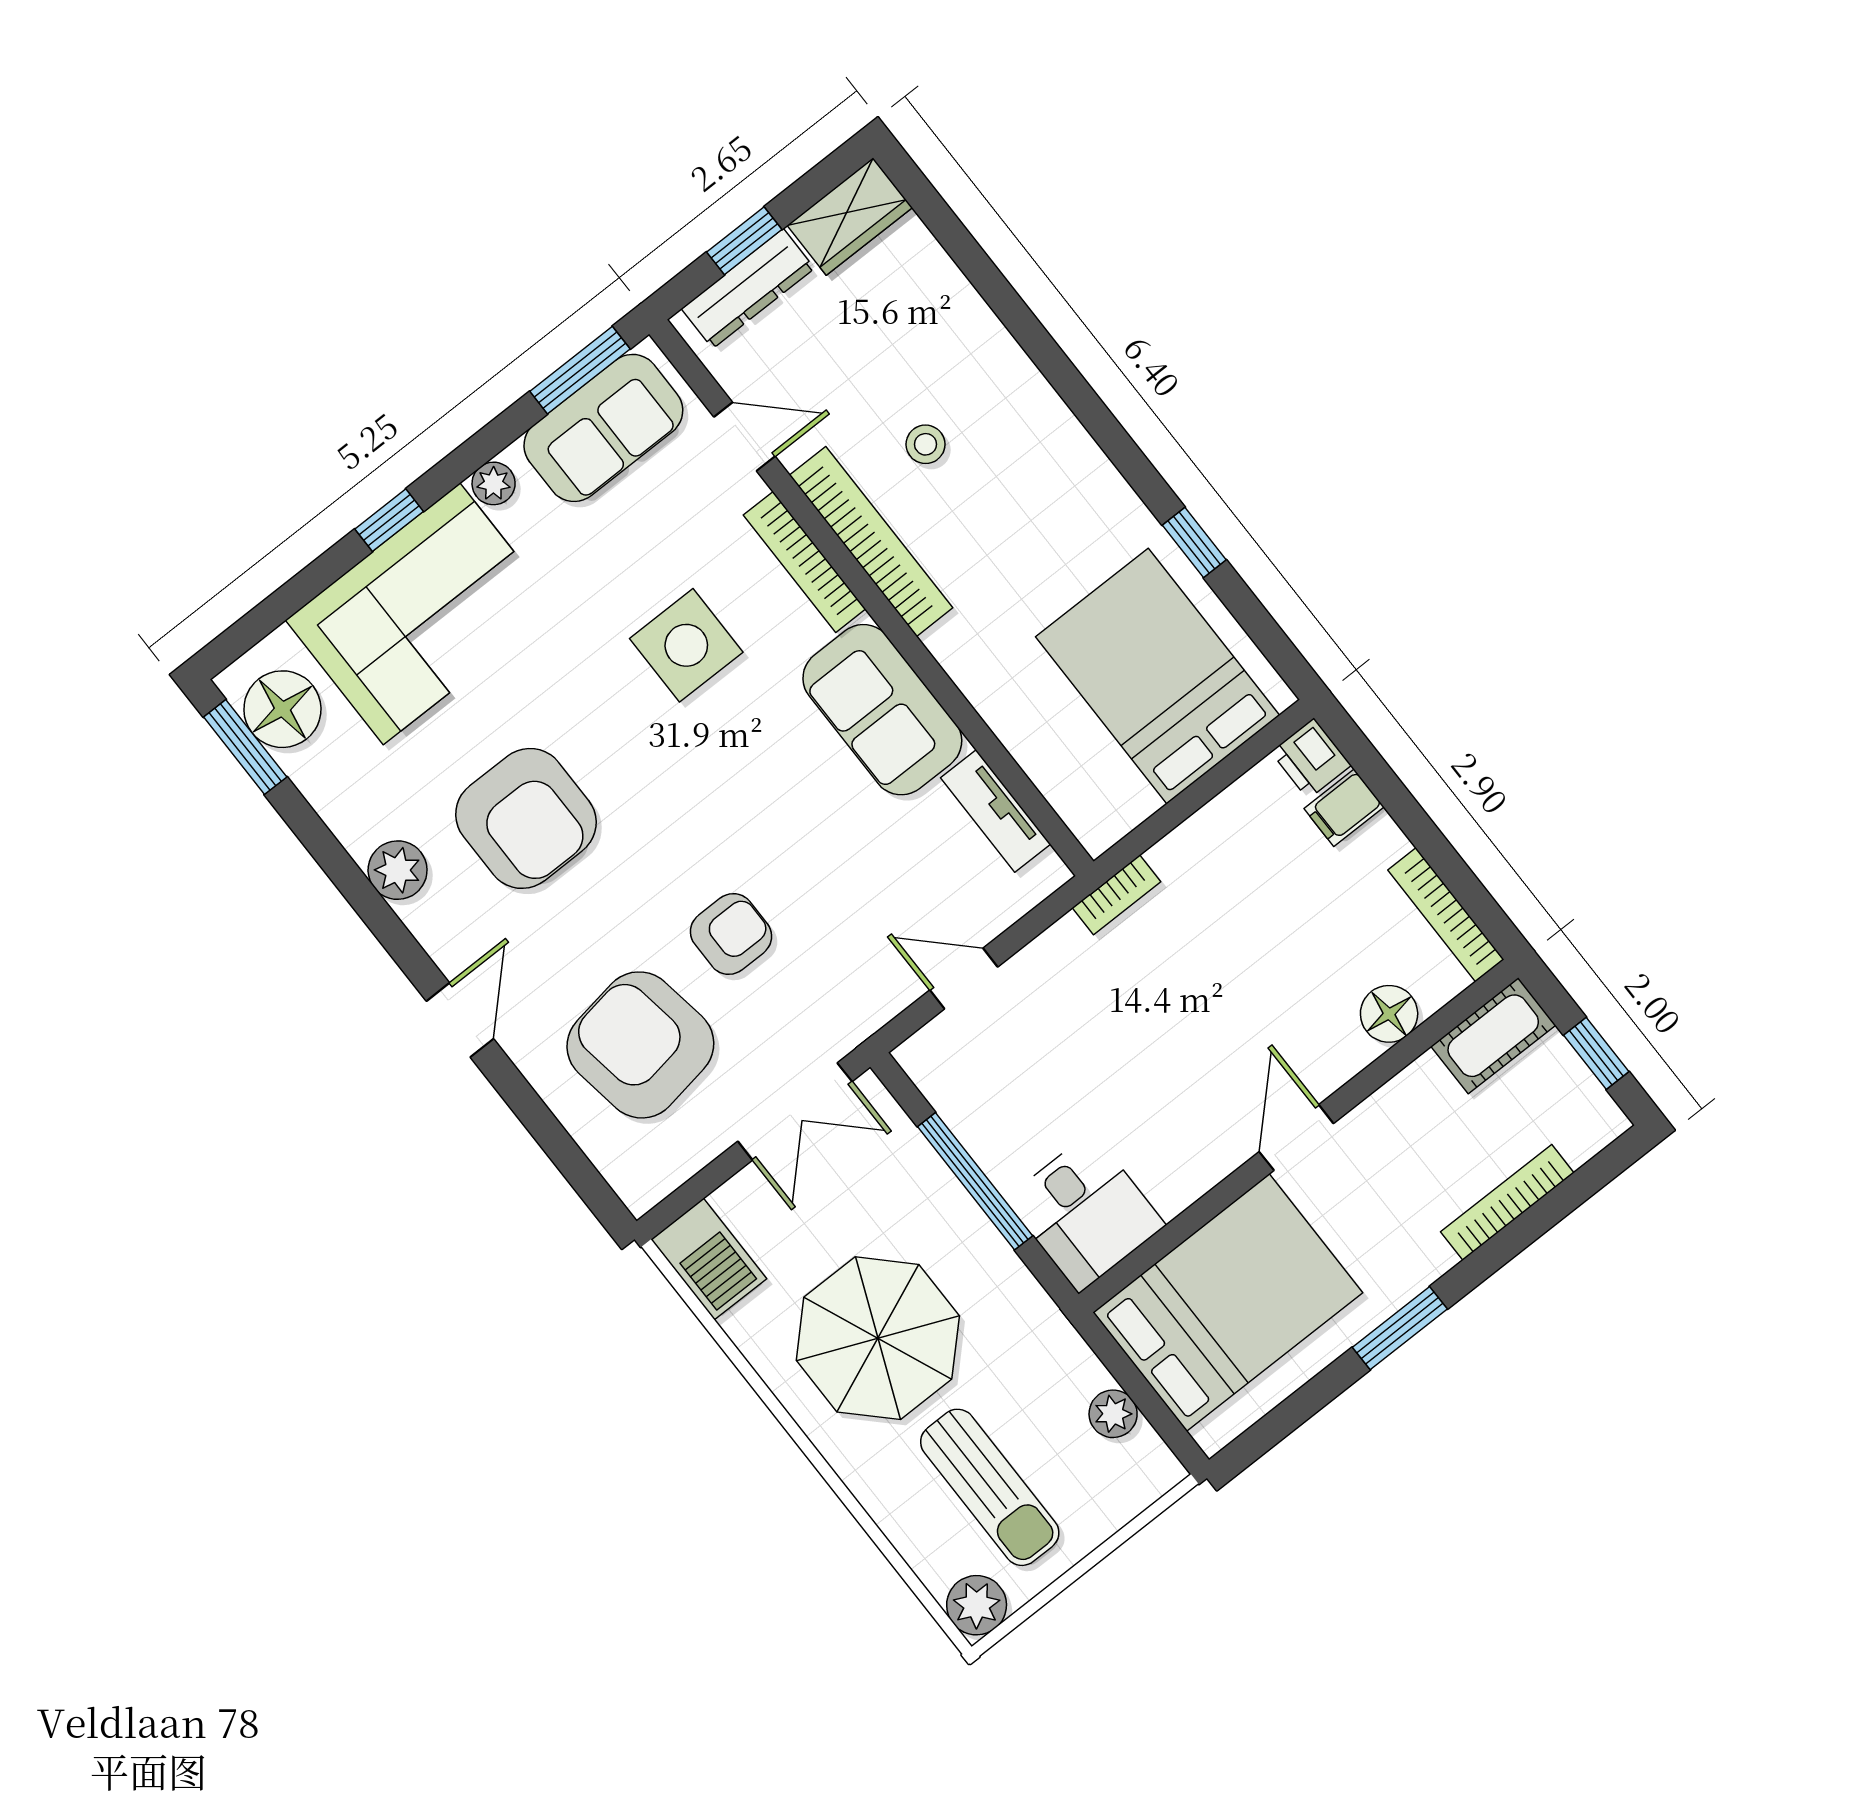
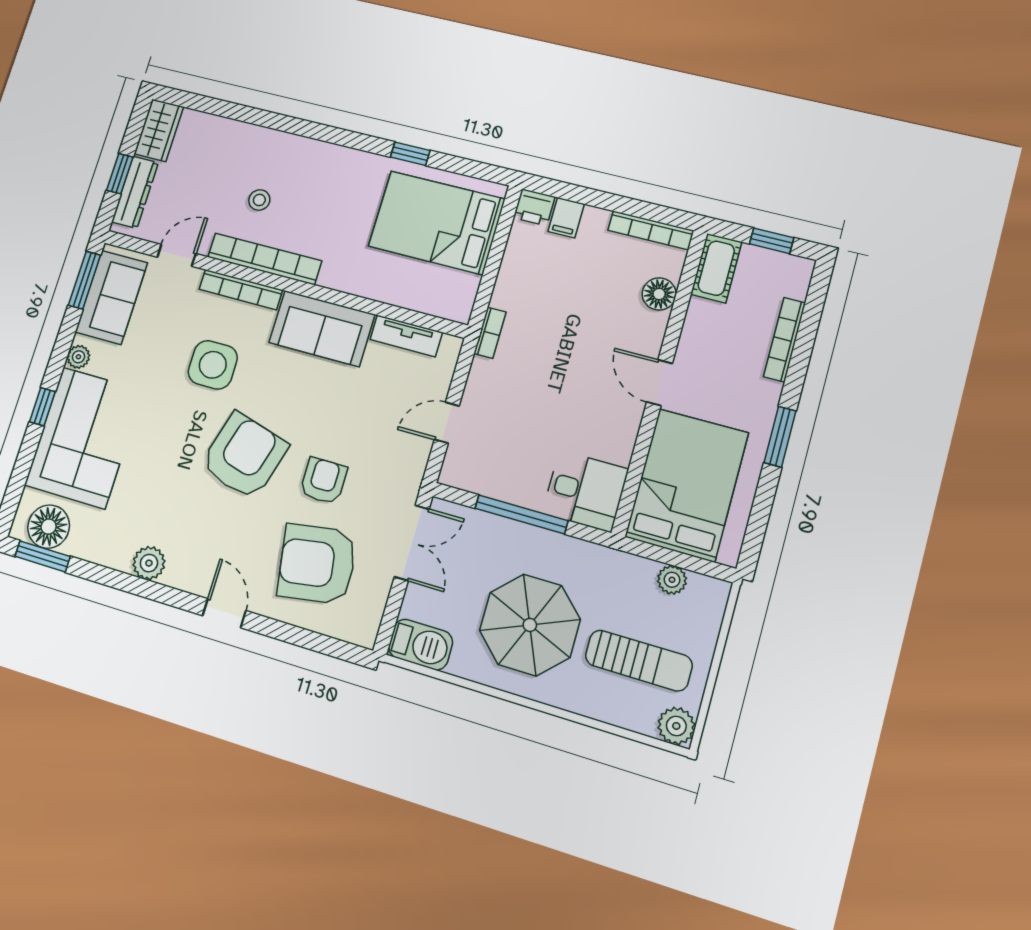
armchair: (526, 818) -> (244, 456), moved, turned -74

